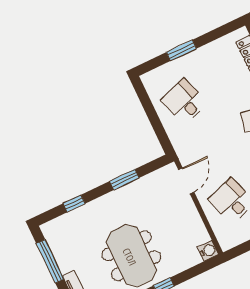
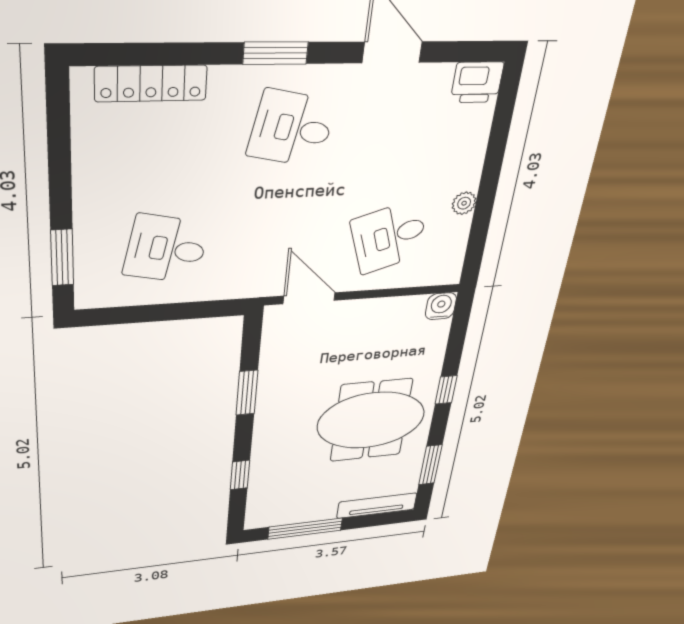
window: (181, 50) -> (62, 258), moved
desk: (184, 102) -> (166, 249), turned 30

